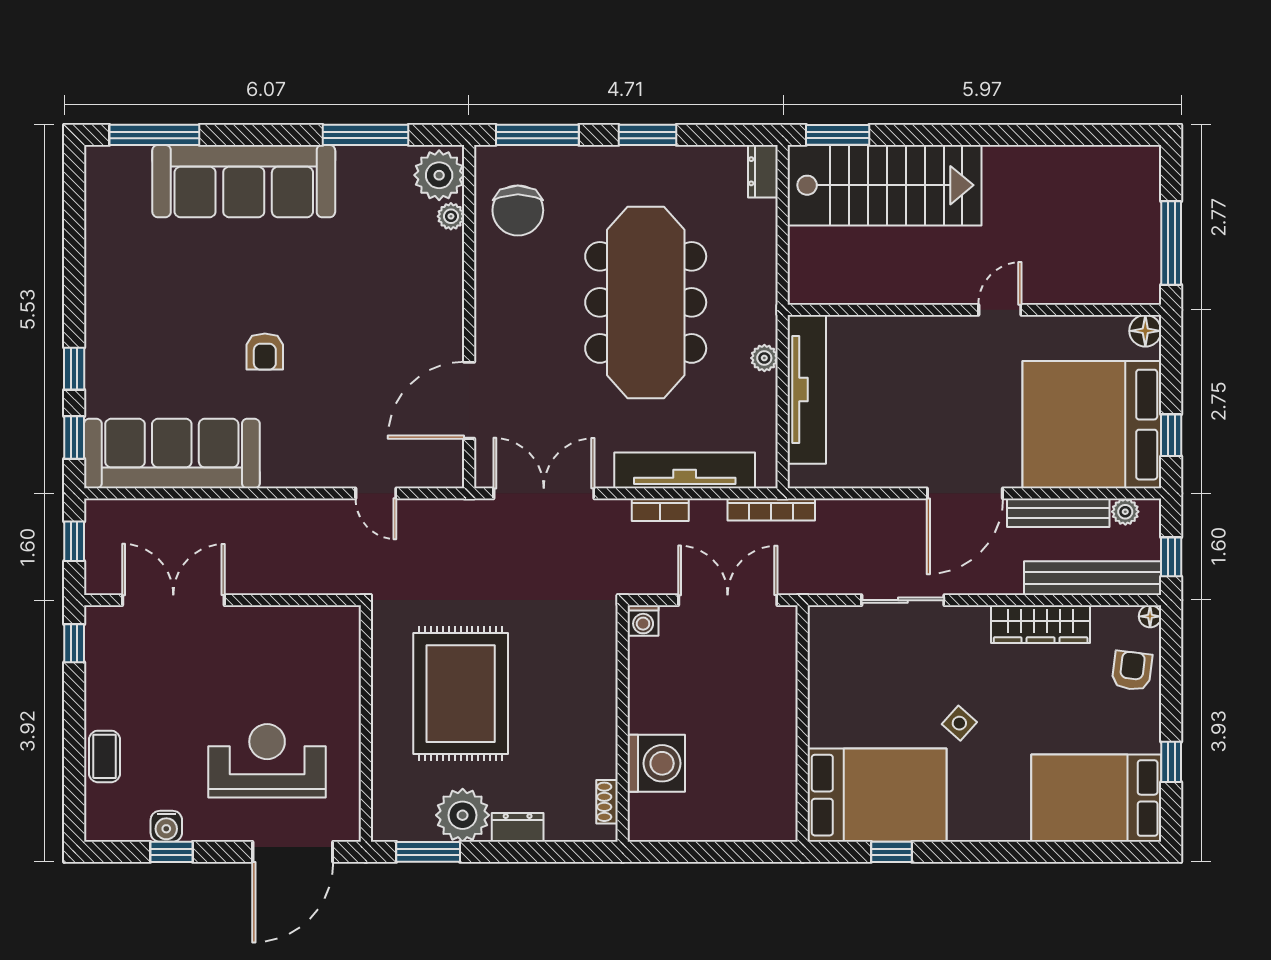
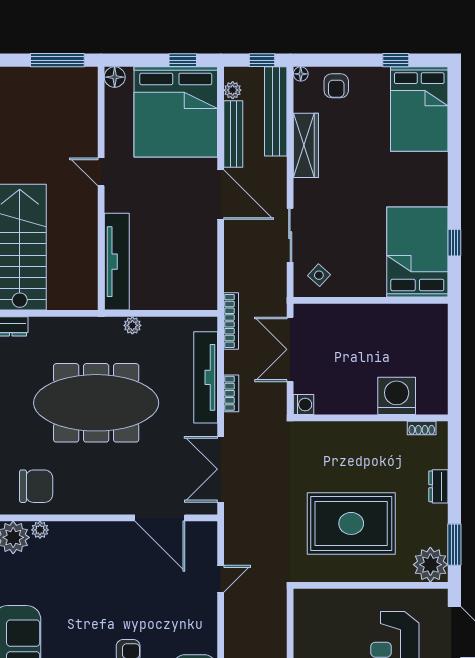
tv unit: (807, 389) -> (117, 262), moved, turned 90
armchair: (1132, 671) -> (336, 86), turned -97
side table: (959, 723) -> (319, 275), moved
plant: (463, 815) -> (430, 565), moved

